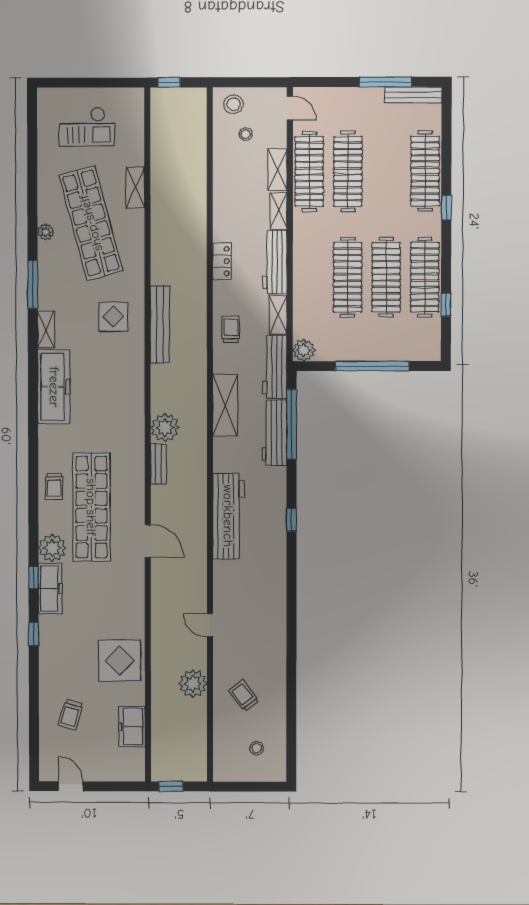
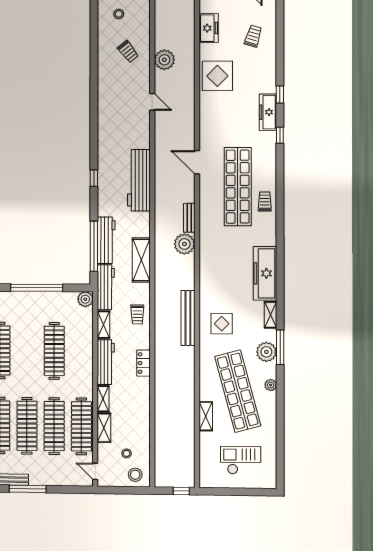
clothes rail: (386, 277) -> (27, 426), moved
plant: (52, 548) -> (266, 352), moved
freezer: (50, 589) -> (268, 112), moved

